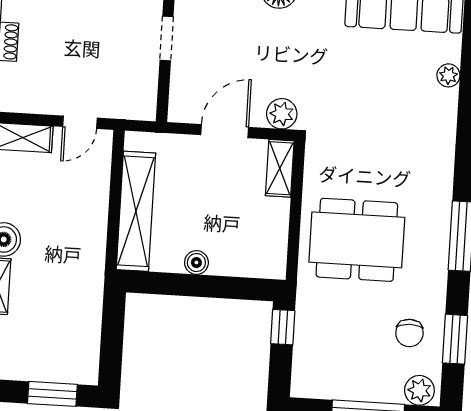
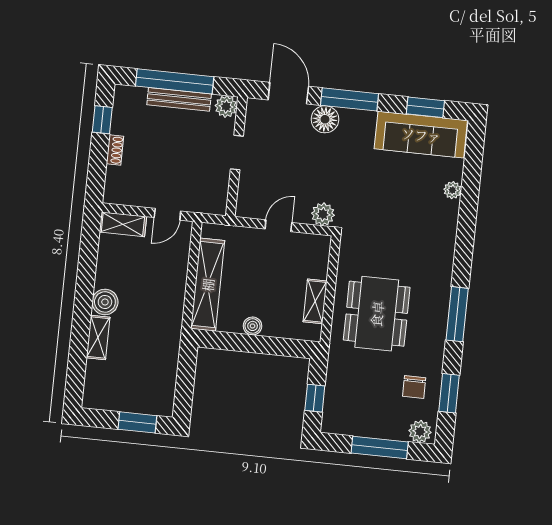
door: (225, 131) -> (278, 226), width x0.73
shelving: (280, 168) -> (315, 301), moved
dining table: (357, 240) -> (377, 314), turned 90
window: (283, 327) -> (315, 398), moved

